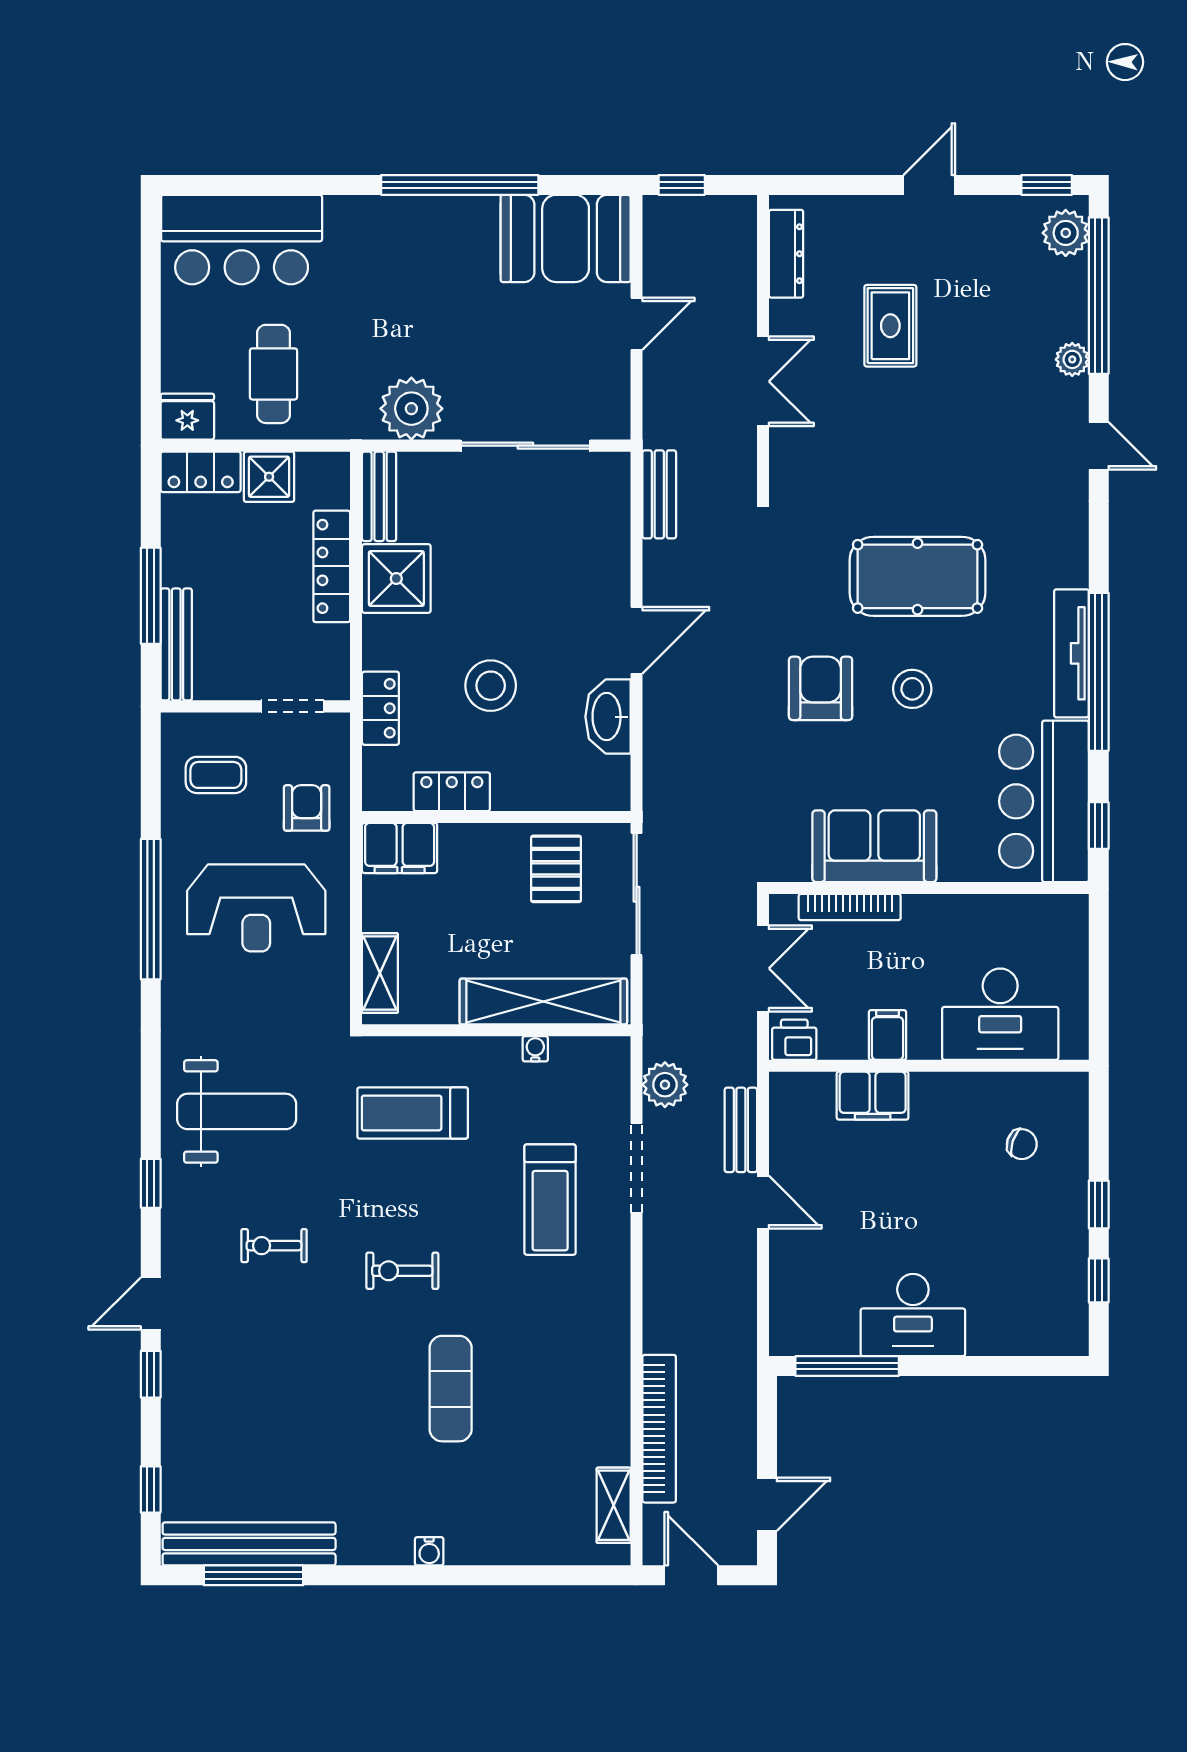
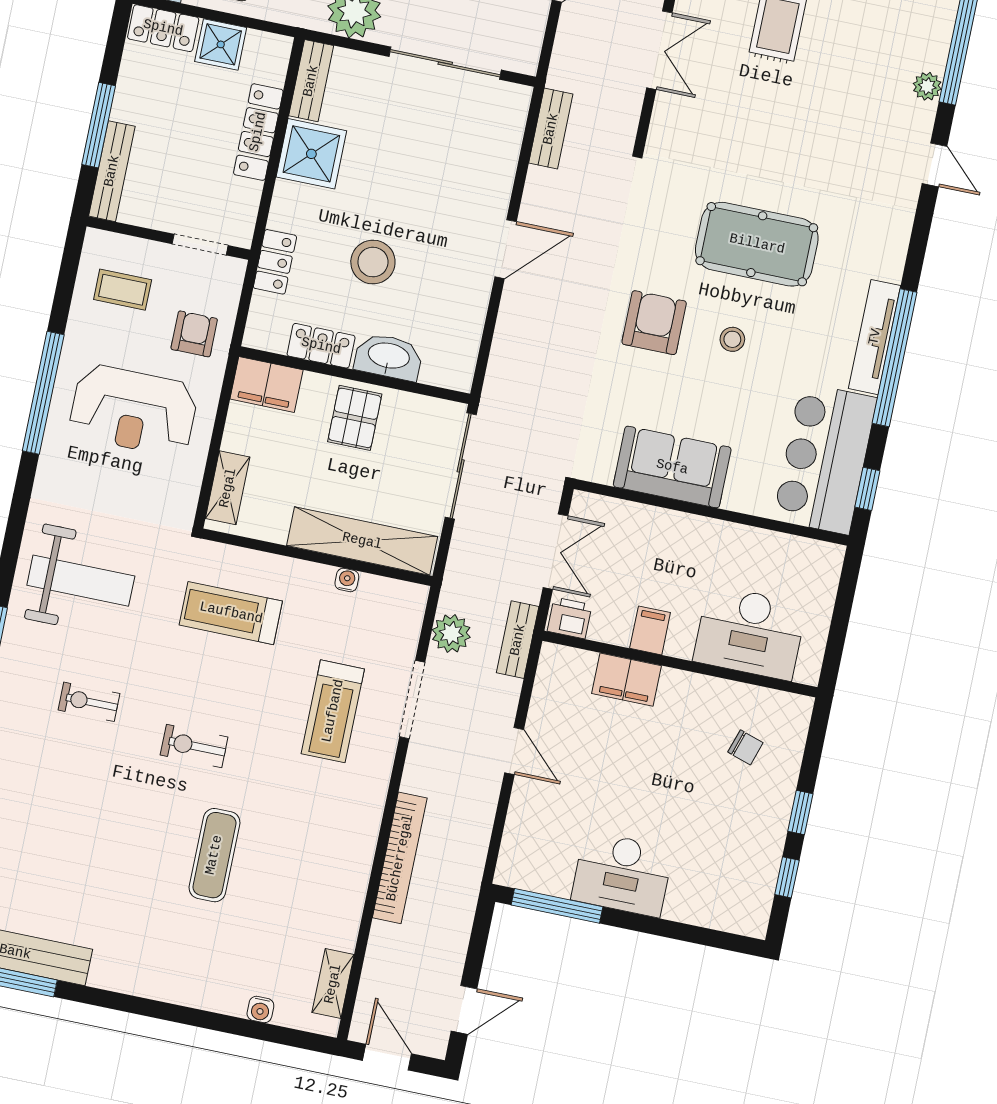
stool: (912, 689) -> (732, 339), width x0.73, depth x0.73
washbasin: (608, 717) -> (389, 357), moved, turned 90
pallet: (556, 869) -> (355, 418), moved
bookcase: (850, 907) -> (640, 515), removed
bench: (741, 1130) -> (518, 640), moved
bookcase: (659, 1429) -> (400, 858), moved
water cooler: (429, 1551) -> (260, 1009), moved

